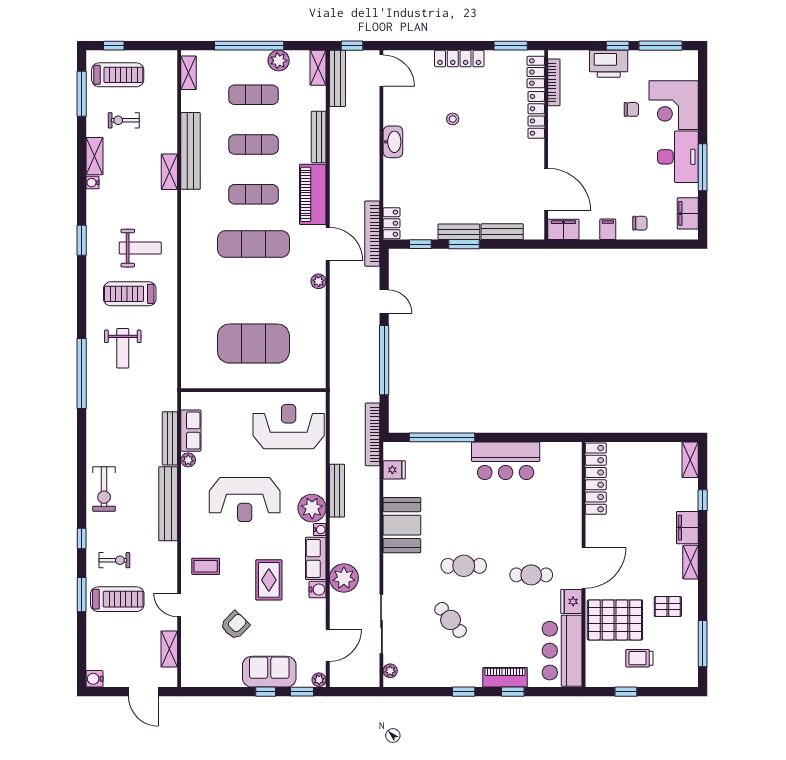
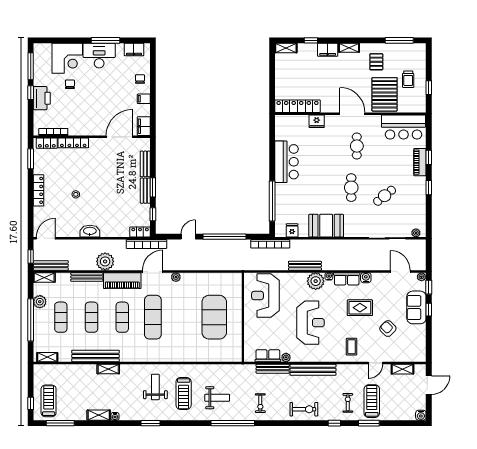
exercise bike: (124, 120) -> (260, 403), moved
plant: (344, 578) -> (105, 261), moved
fridge: (571, 601) -> (317, 121), moved

